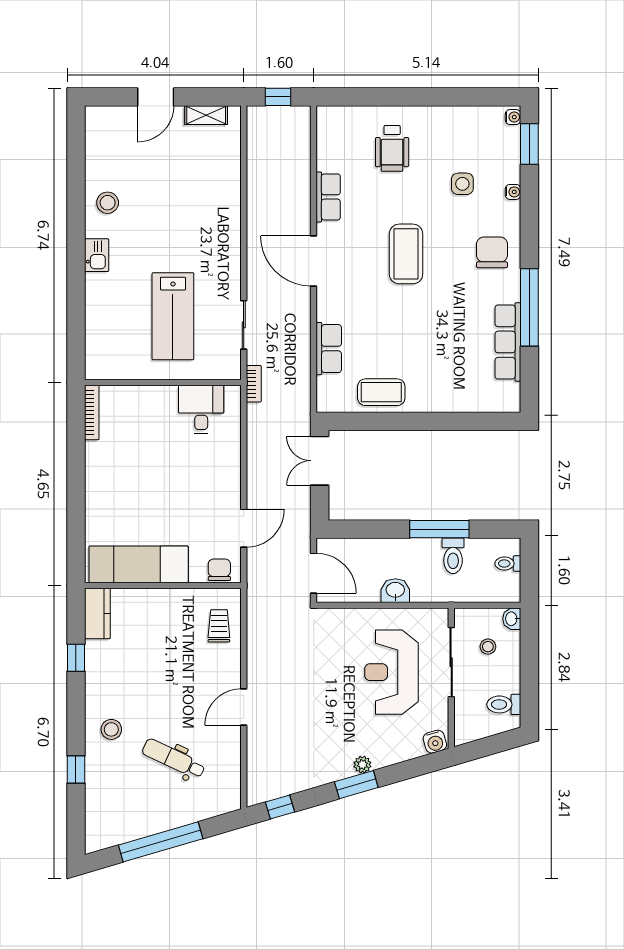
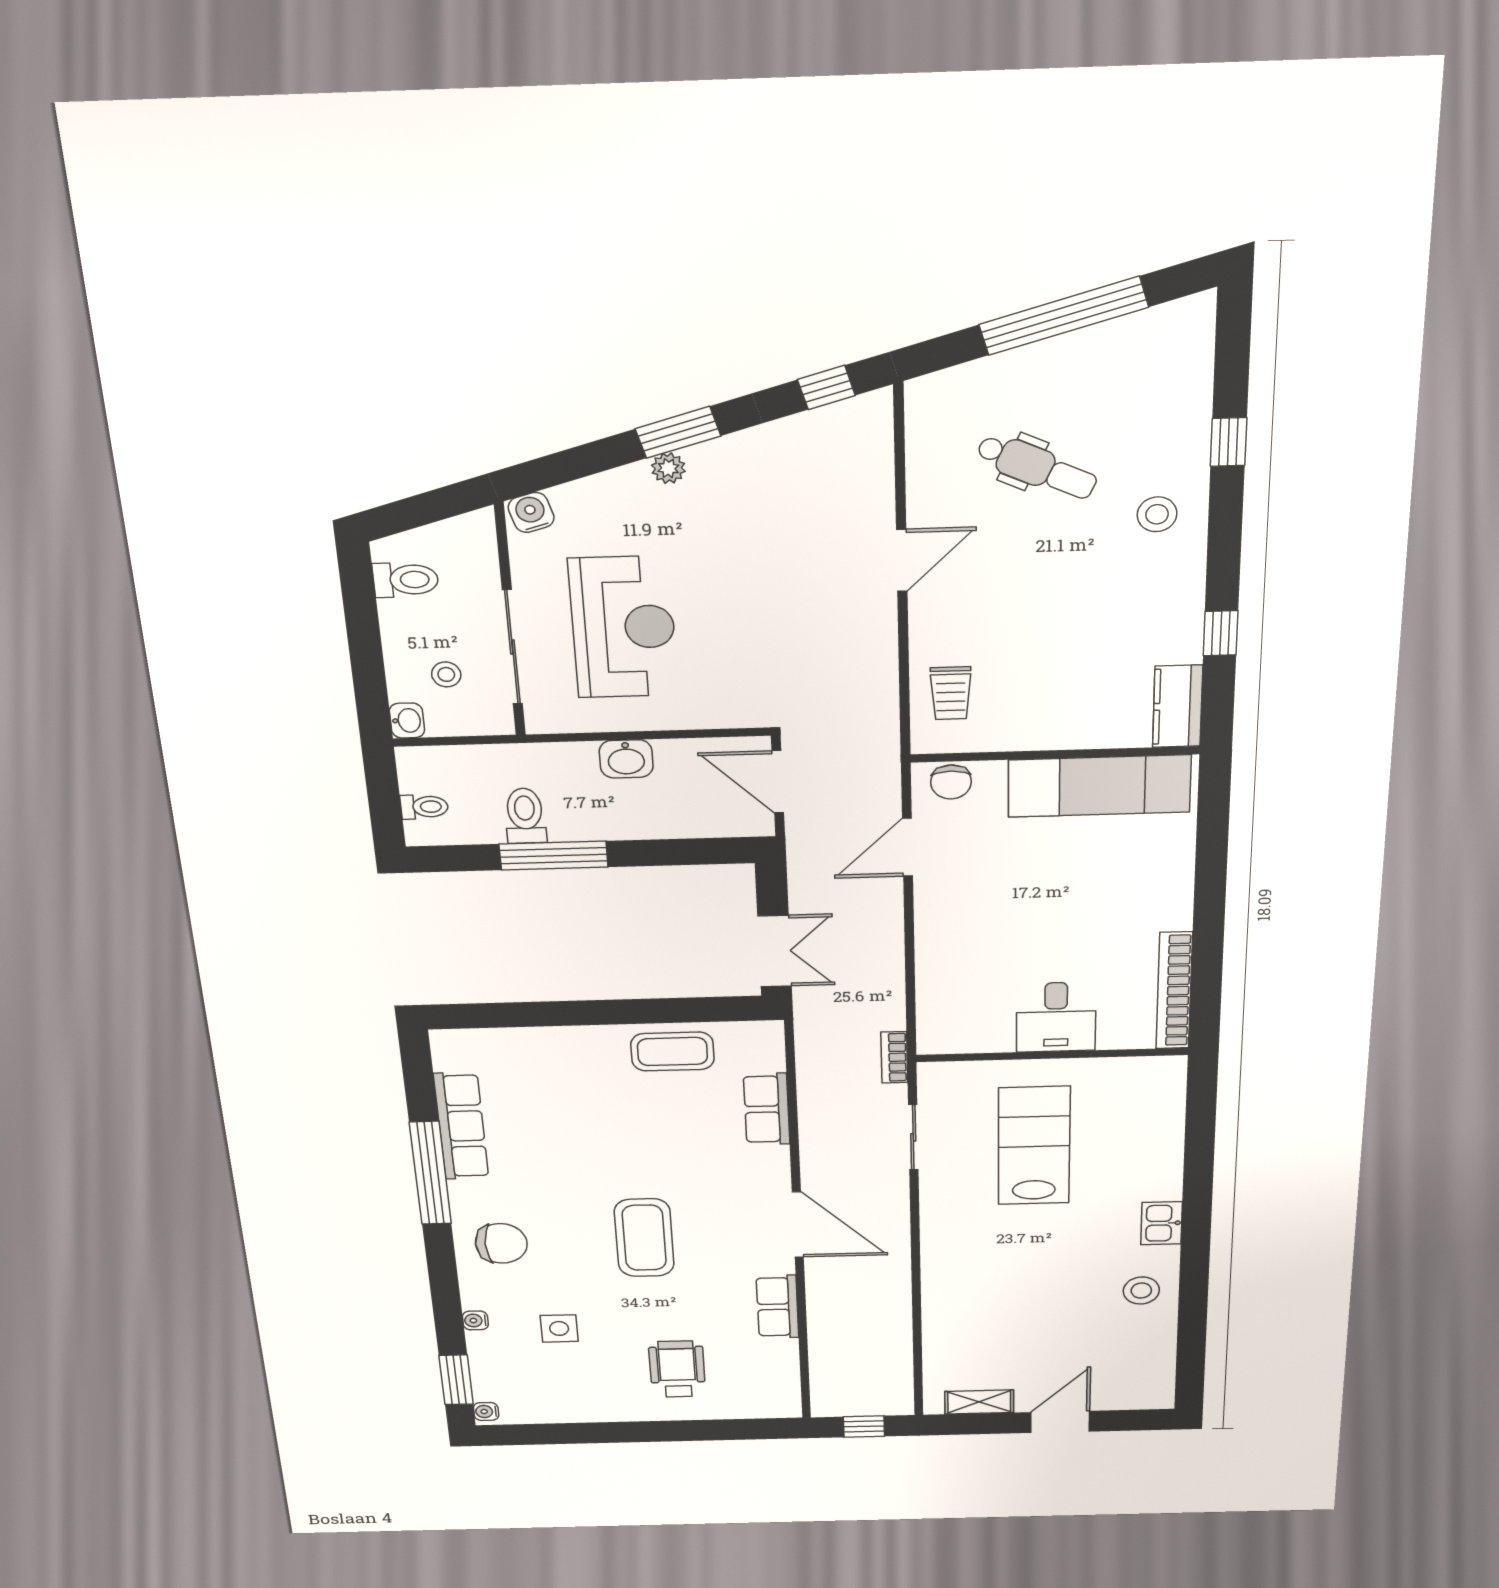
chair: (492, 252) -> (501, 1243), turned -90
desk: (201, 409) -> (1056, 1017), moved
bookcase: (92, 413) -> (1174, 991), width x1.48, depth x1.31

